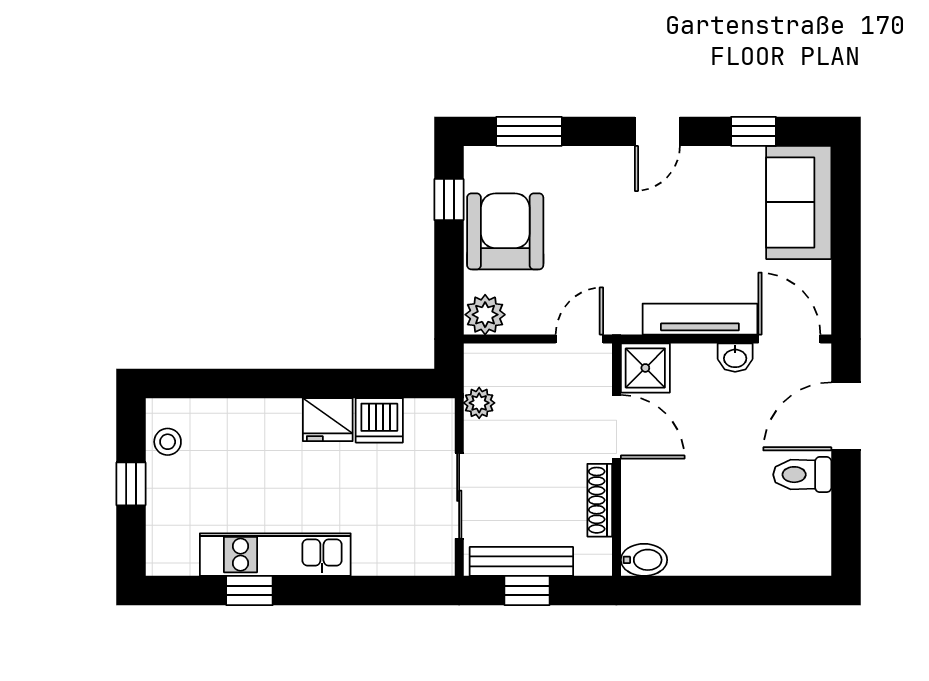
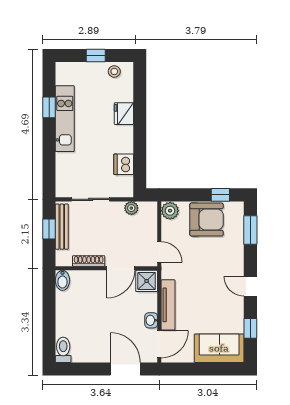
fridge: (328, 420) -> (124, 114), moved
toilet: (802, 475) -> (63, 350), moved

